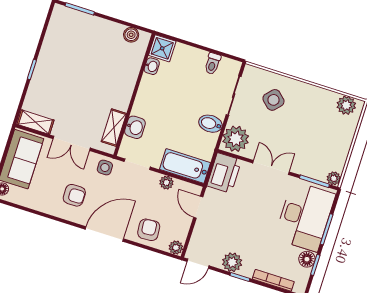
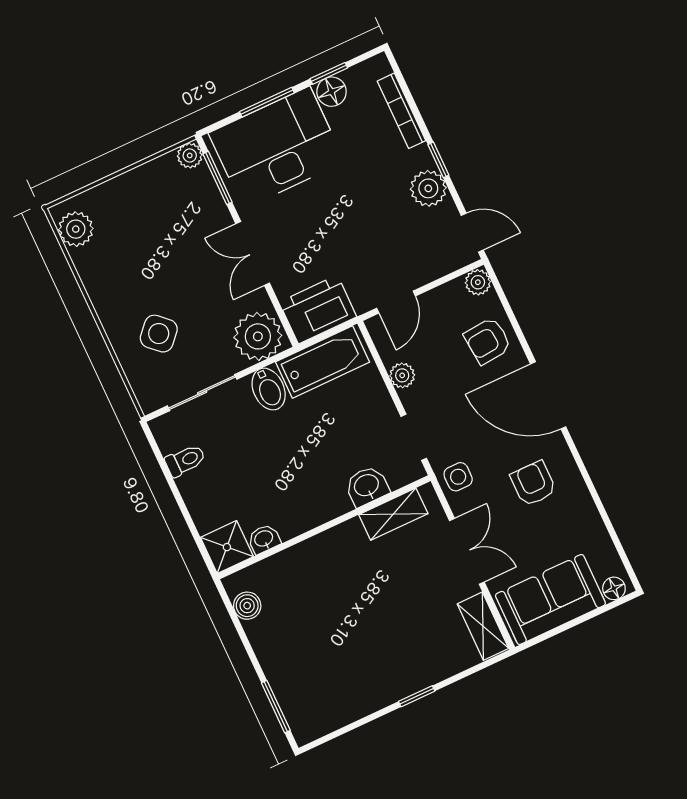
bathtub: (185, 166) -> (322, 362), moved, turned -90

